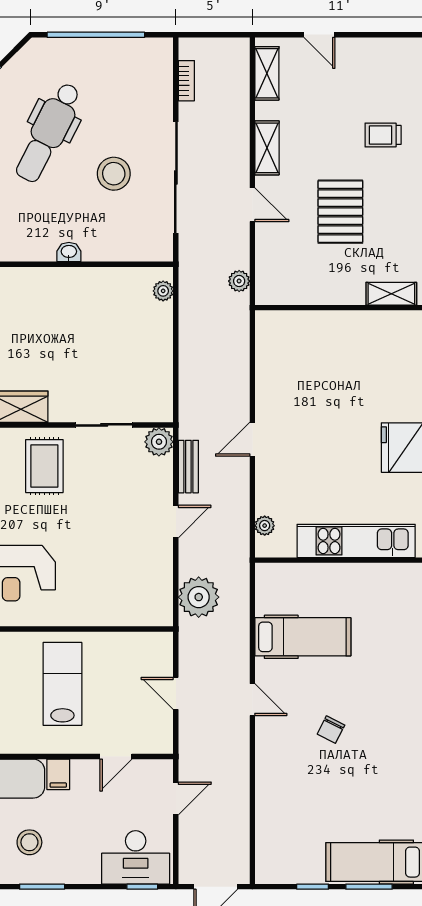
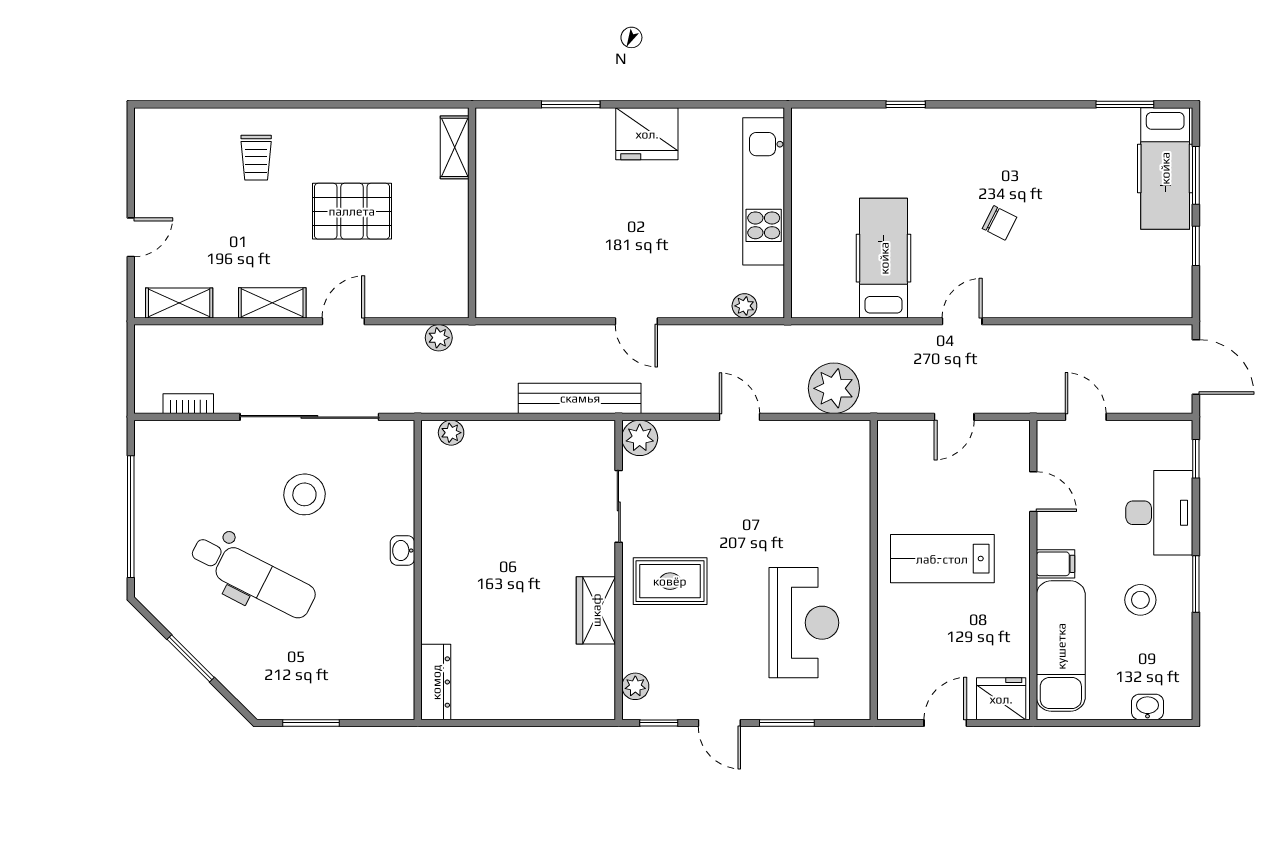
bench: (188, 467) -> (580, 398), moved, width x1.86, depth x1.21
desk: (136, 857) -> (1159, 513), moved

